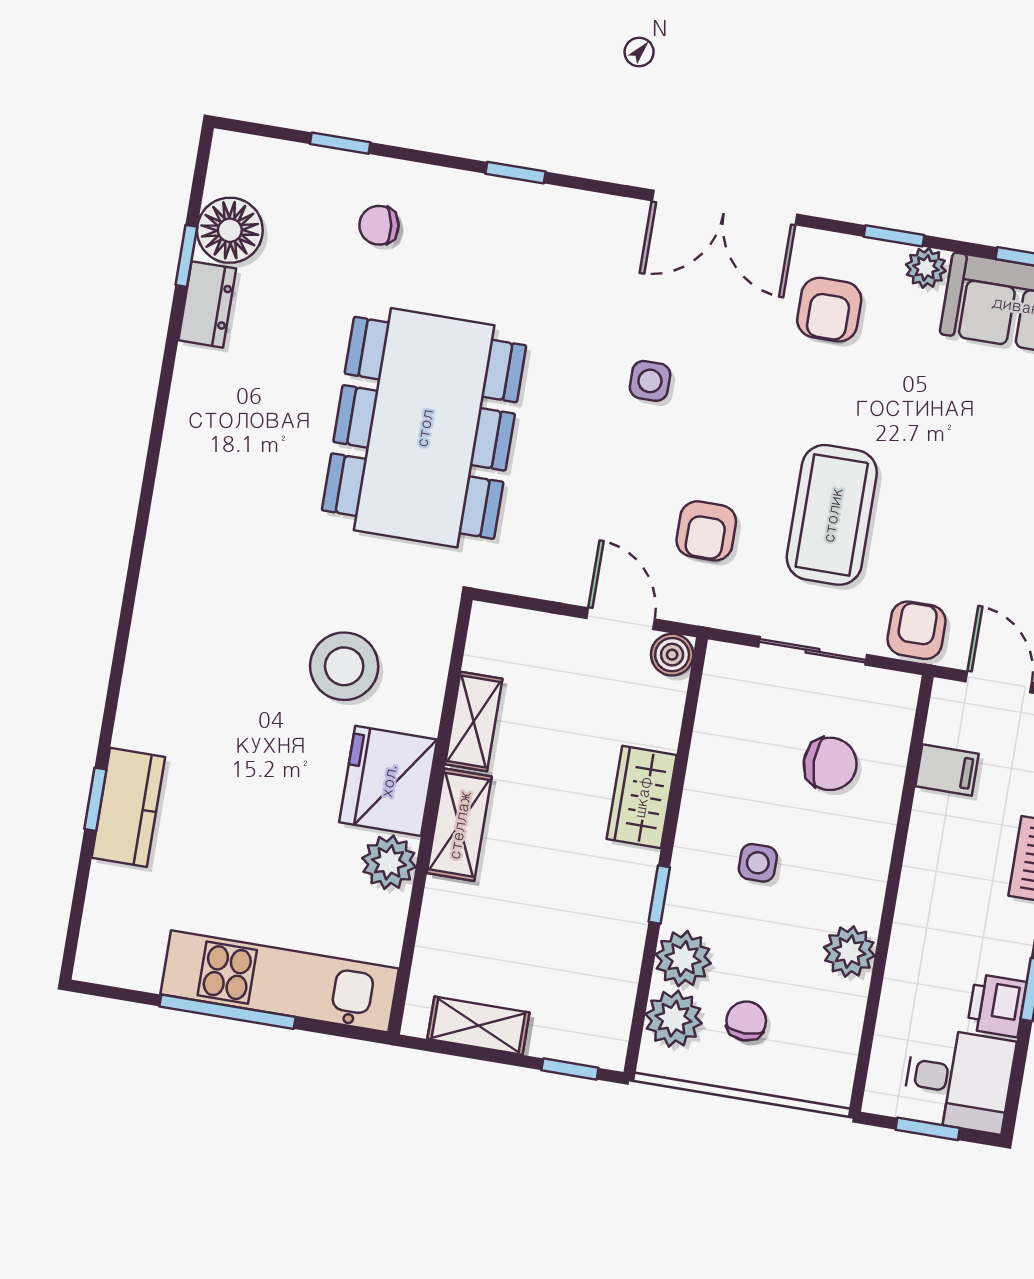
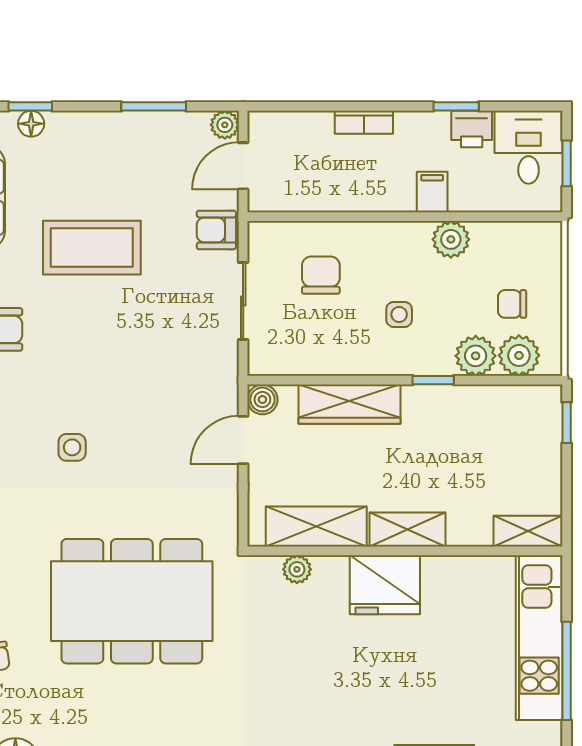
coffee table: (832, 515) -> (92, 248), moved
armchair: (706, 531) -> (171, 390), removed
stool: (344, 666) -> (309, 629), removed
shelving: (474, 722) -> (316, 526), width x1.50, depth x1.33
filing cabinet: (947, 770) -> (432, 192), moved
wardrobe: (642, 797) -> (349, 404), width x1.50
plant: (389, 862) -> (297, 569), moved, width x0.73, depth x0.73
shelving: (478, 1026) -> (528, 531), moved, turned 90

